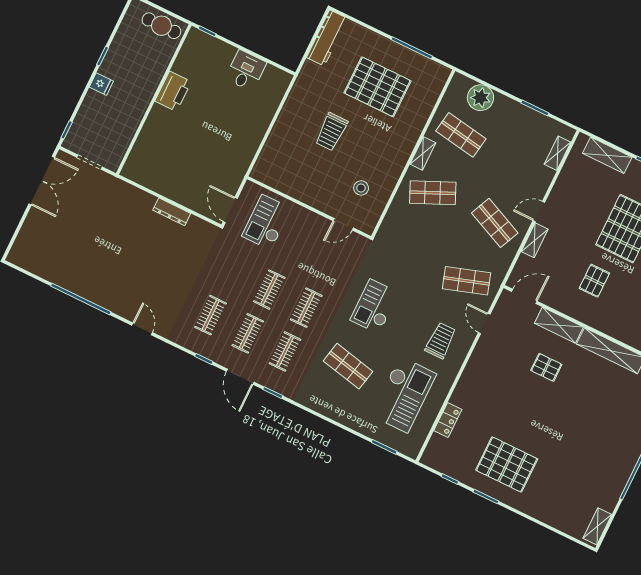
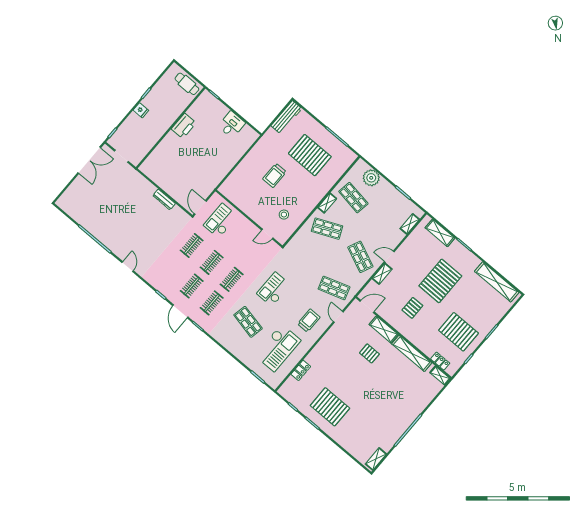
clothes rail: (211, 315) -> (192, 245), moved

